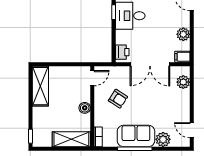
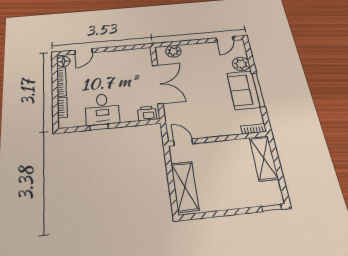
plant: (183, 34) -> (120, 56), removed
filing cabinet: (182, 57) -> (145, 55), removed
shelving: (40, 86) -> (185, 187), moved, turned 90
armchair: (118, 99) -> (203, 112), removed
boiler: (85, 108) -> (221, 147), removed

